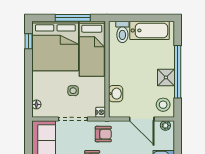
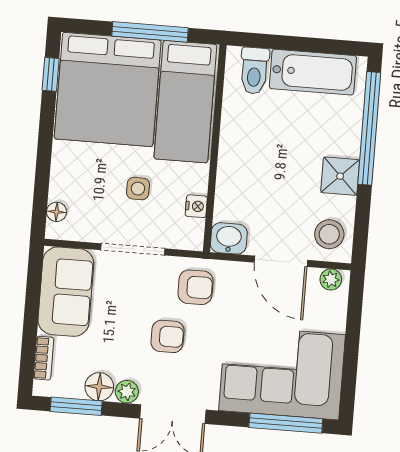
window: (178, 72) -> (369, 128), moved
washbasin: (116, 94) -> (229, 238), moved, turned -90
nightstand: (101, 112) -> (196, 206), moved

